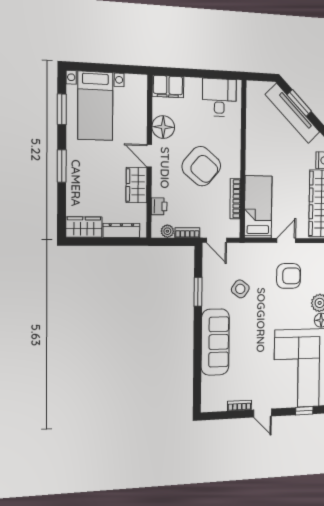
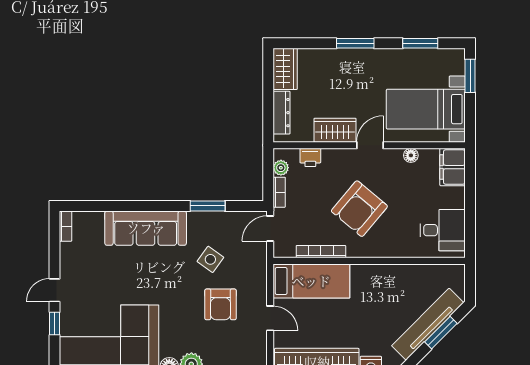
window: (90, 67) -> (470, 76), added
bed with nightstands: (95, 106) -> (426, 109), moved
floor lamp: (163, 127) -> (411, 155), width x0.53, depth x0.53
armchair: (289, 276) -> (221, 304), moved
bookcase: (239, 406) -> (66, 226), moved
window: (304, 411) -> (55, 324), moved

